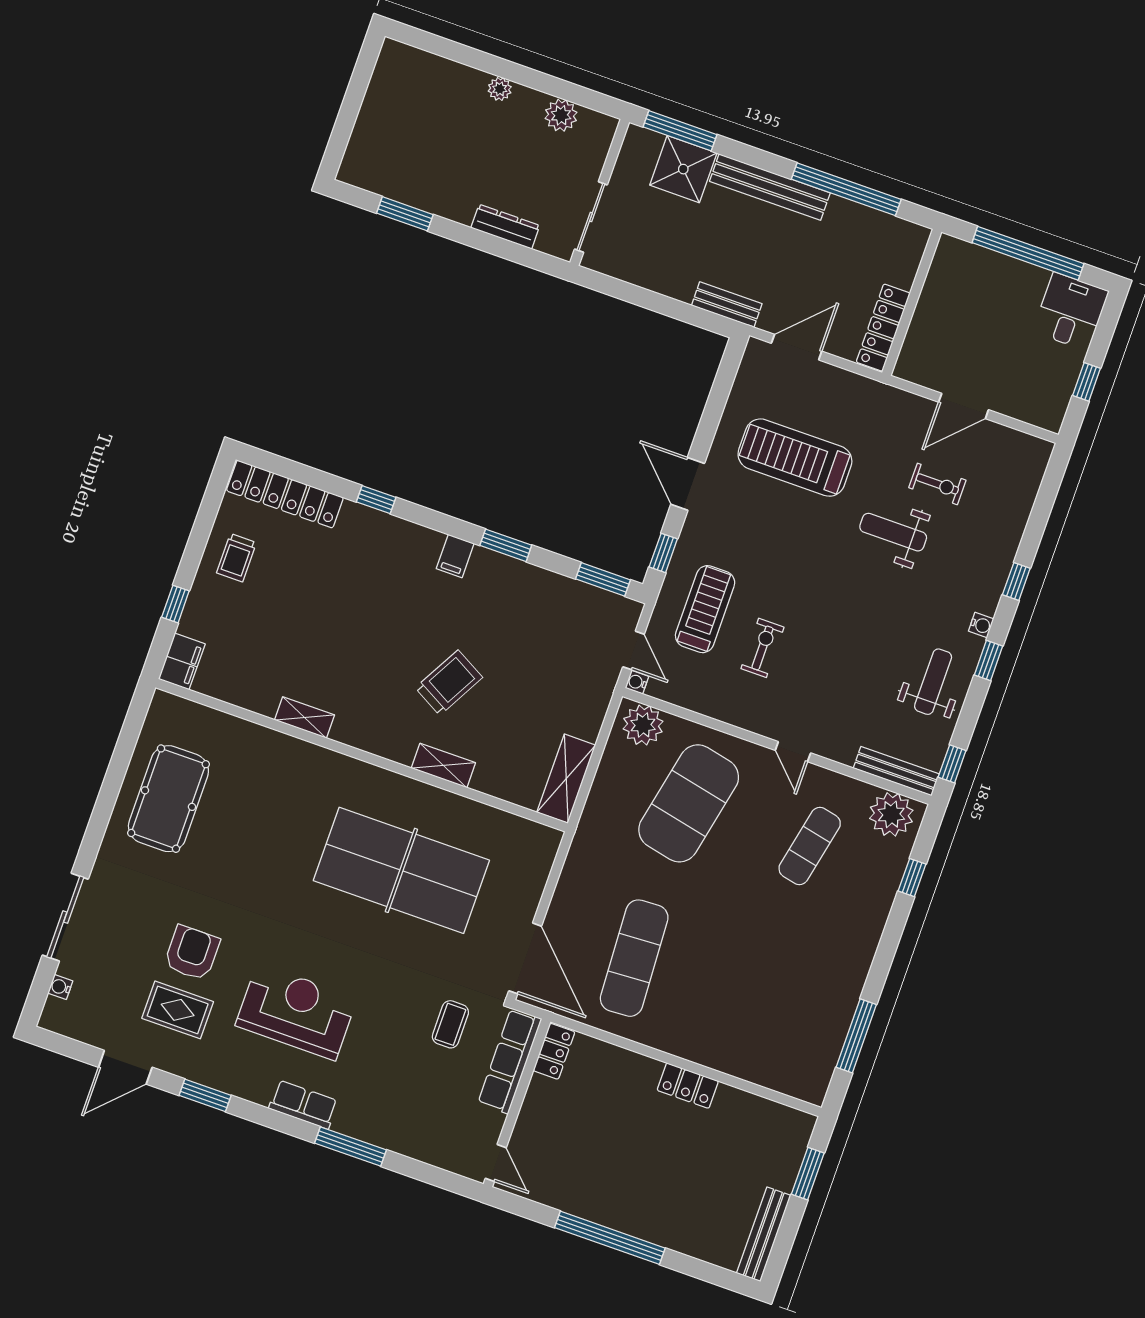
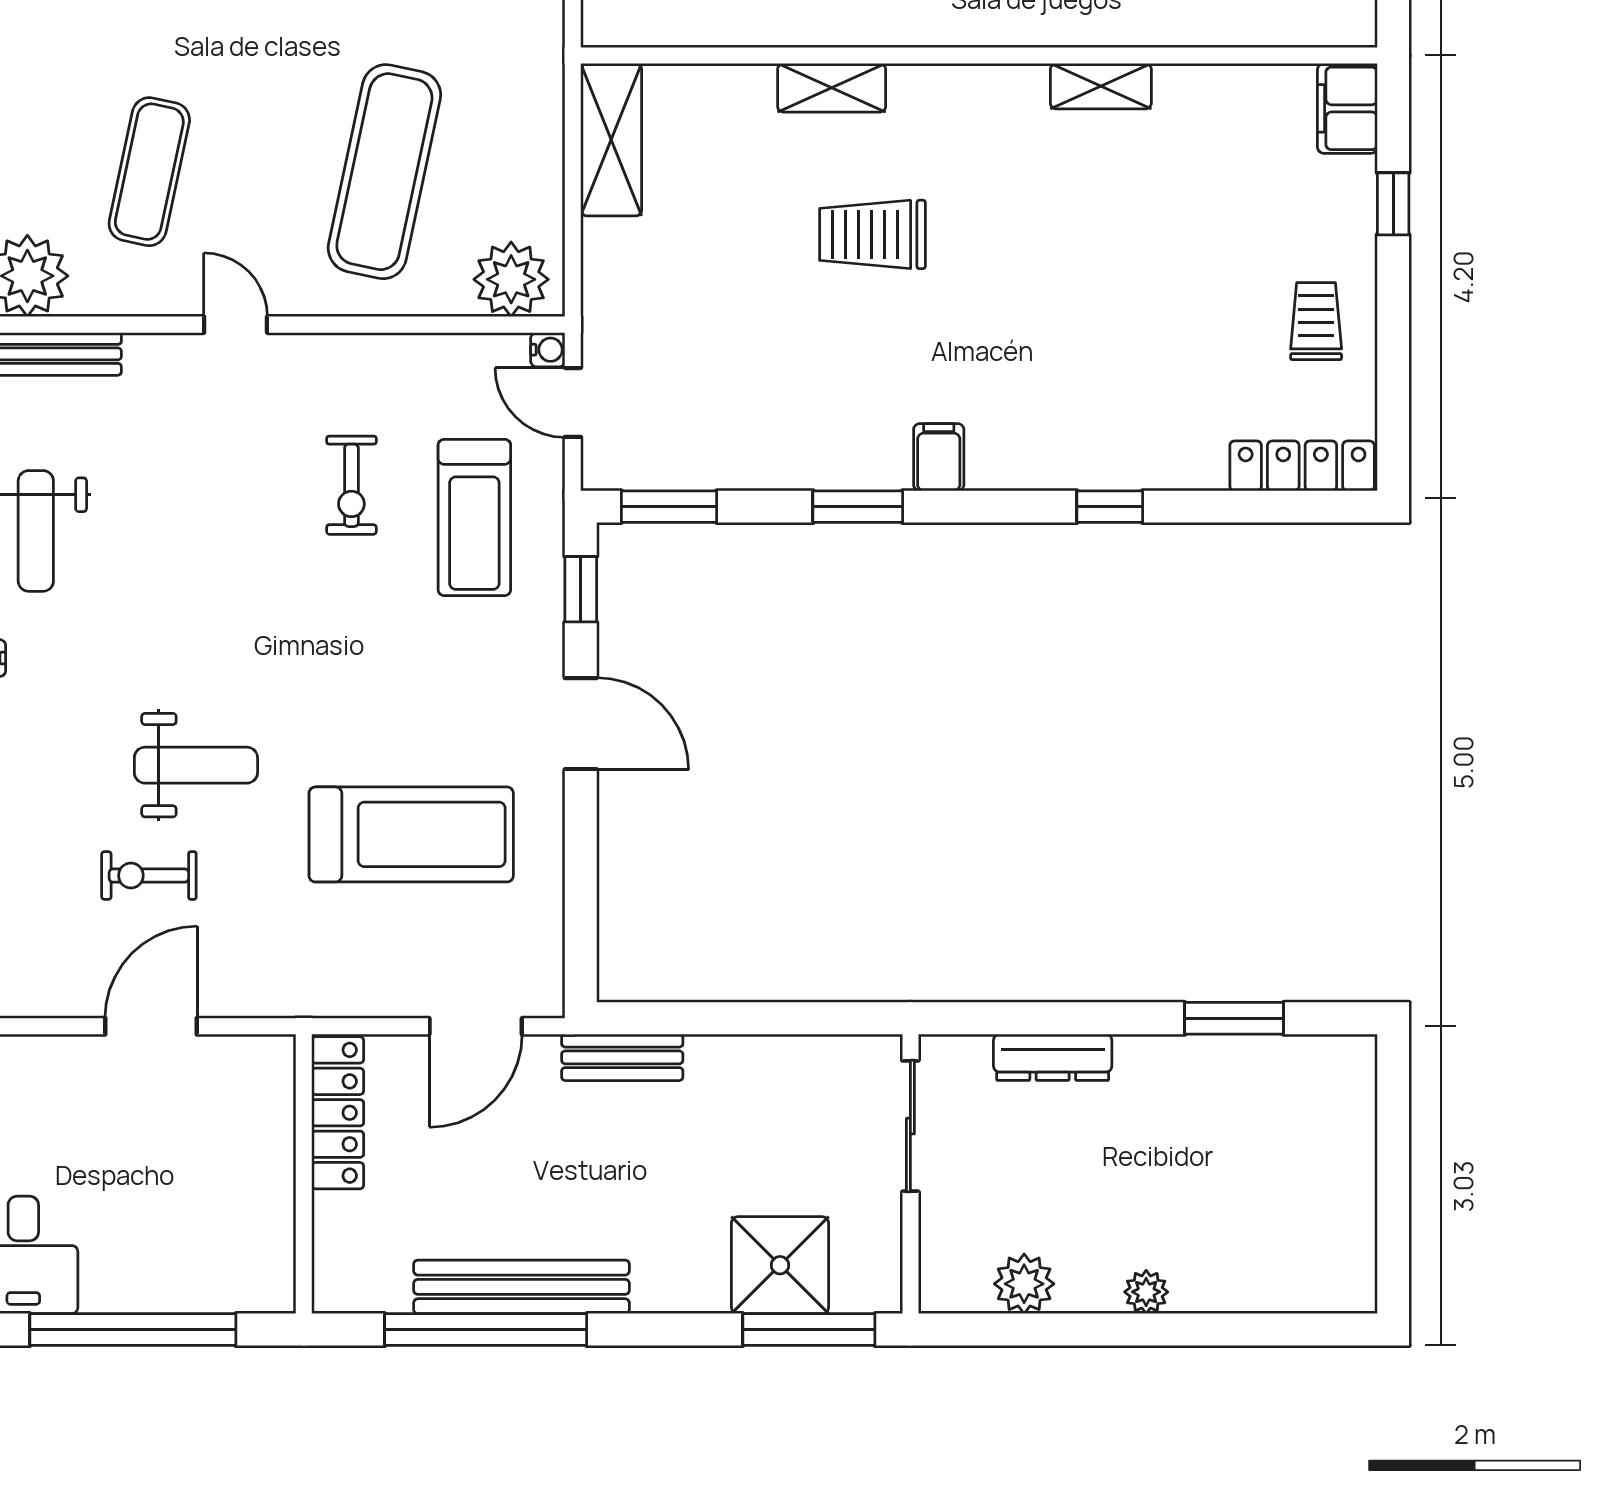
bench: (770, 187) -> (521, 1287), moved
locker: (285, 494) -> (1302, 466), width x0.71, depth x0.83
trolley: (449, 683) -> (872, 234), turned 61
exercise mat: (689, 803) -> (384, 172), width x0.68

